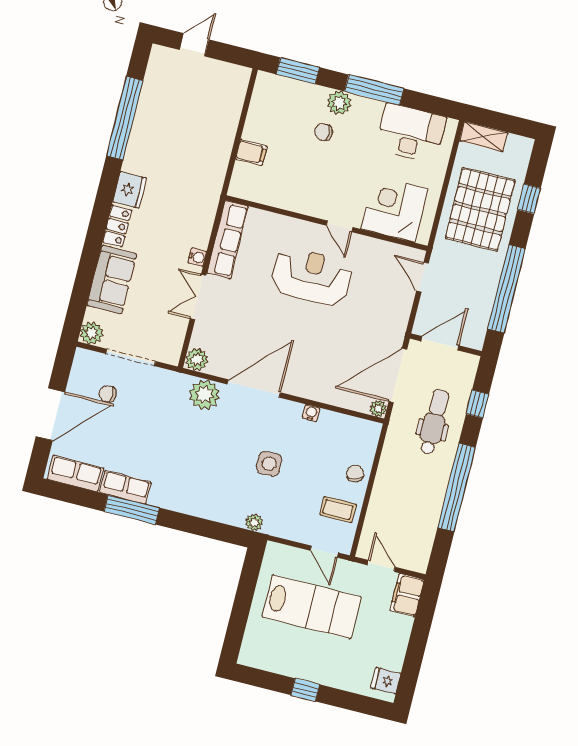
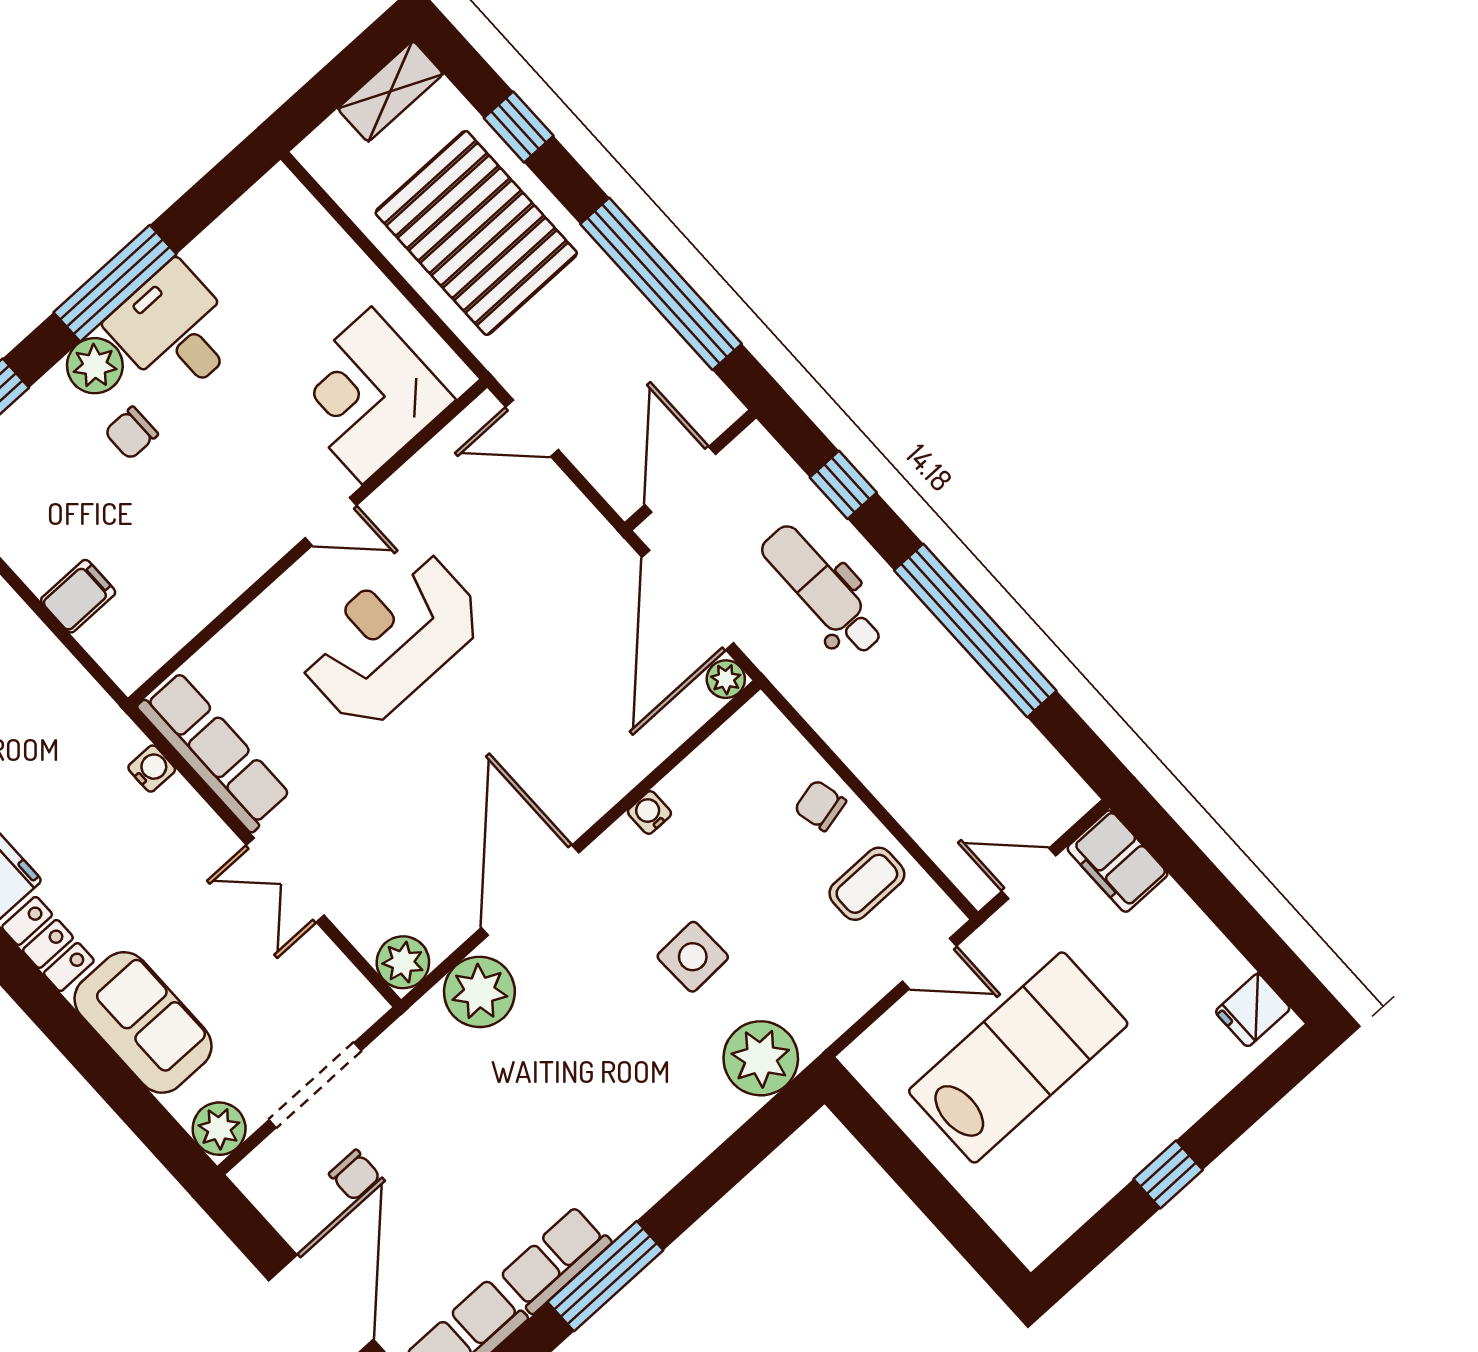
desk: (411, 133) -> (175, 330), moved, width x0.73
shelving: (484, 137) -> (390, 91), moved
water cooler: (197, 257) -> (152, 769), moved
chair: (108, 394) -> (355, 1175), turned -90
plant: (254, 522) -> (761, 1058), width x1.88, depth x1.88

